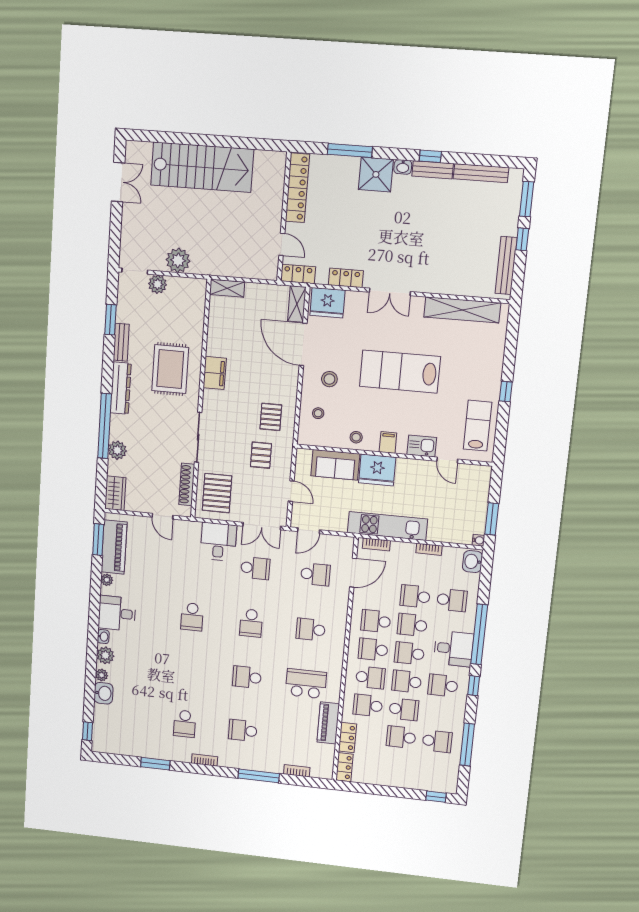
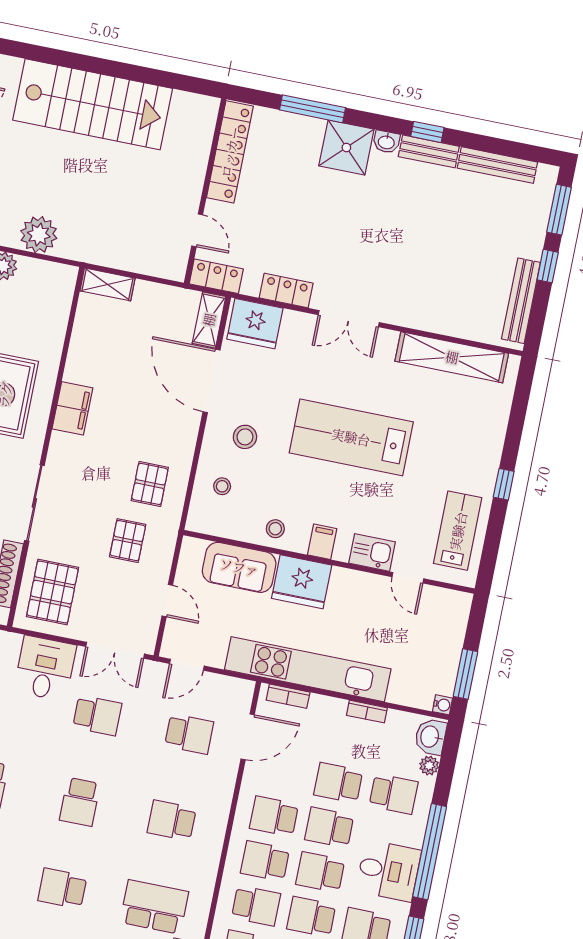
kitchen unit: (387, 526) -> (308, 669), width x1.36
plant: (473, 580) -> (429, 766), added

